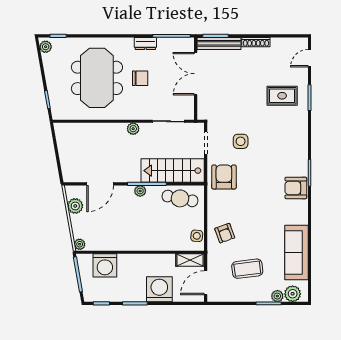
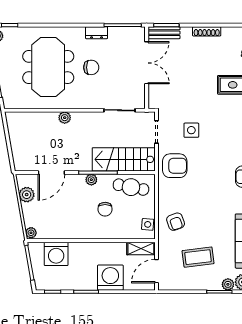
bench: (219, 43) -> (164, 33), width x0.73
double door: (196, 74) -> (147, 63), swing flipped
plant: (133, 129) -> (65, 118), moved
armchair: (224, 177) -> (175, 166), turned 90
chair: (154, 221) -> (105, 209), added

